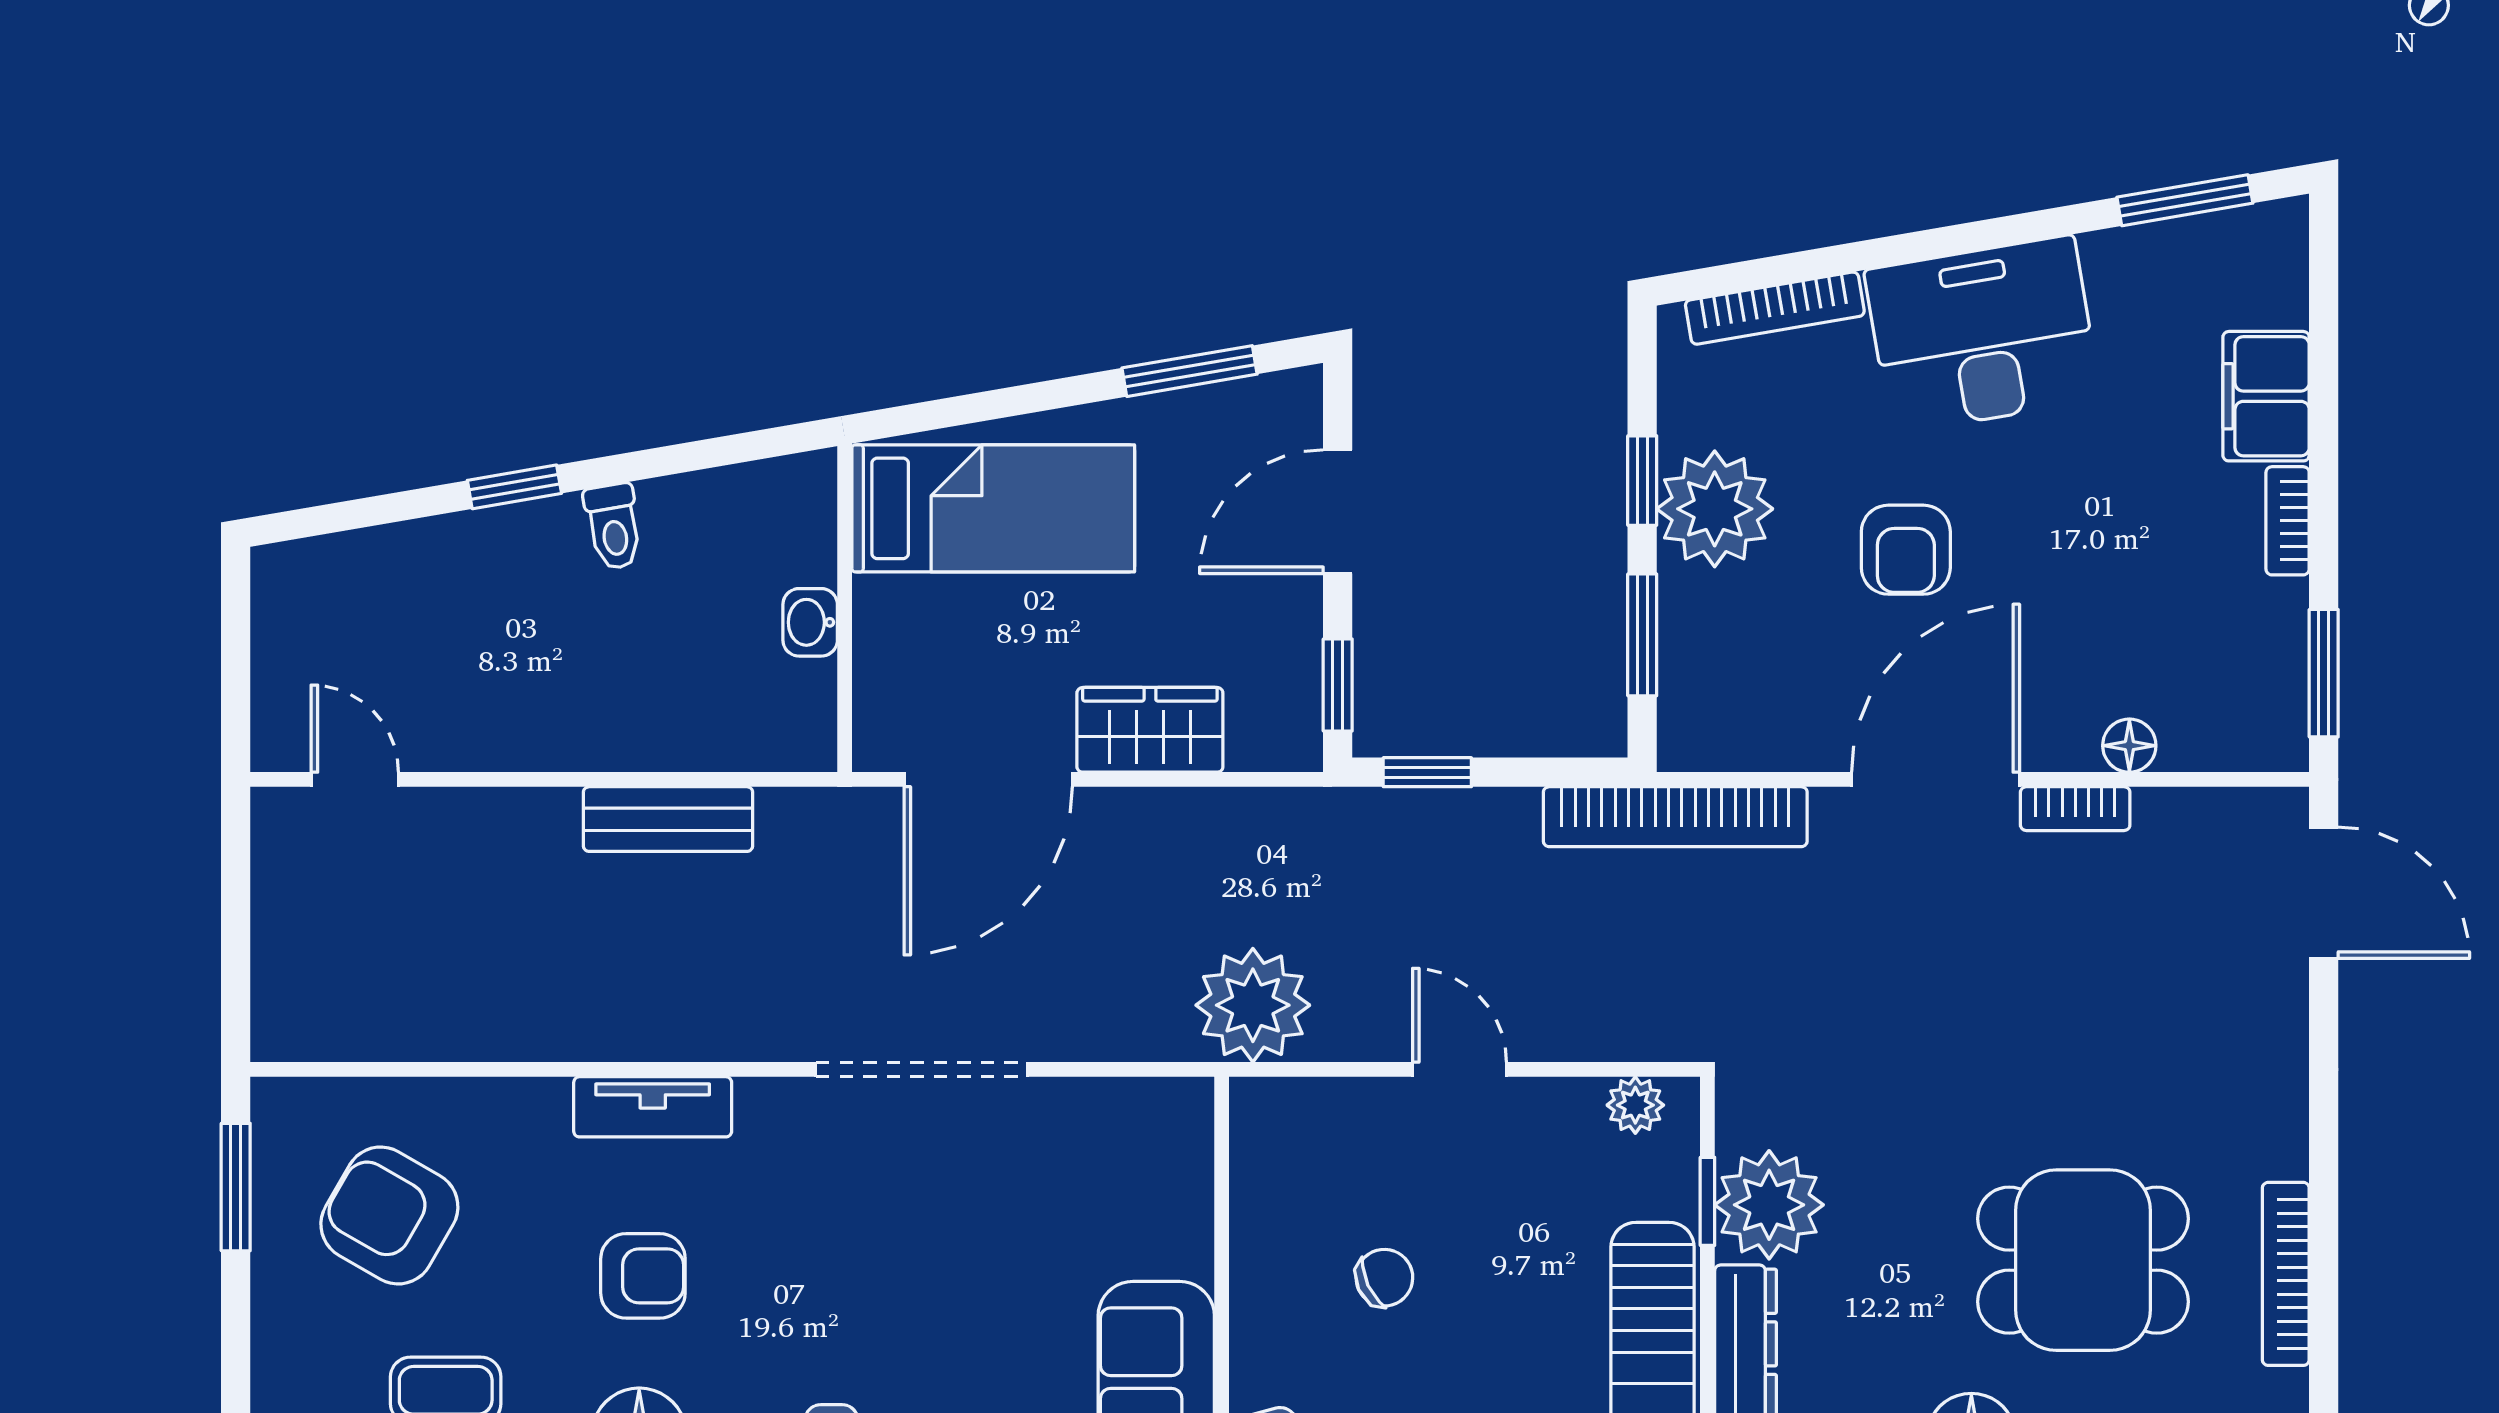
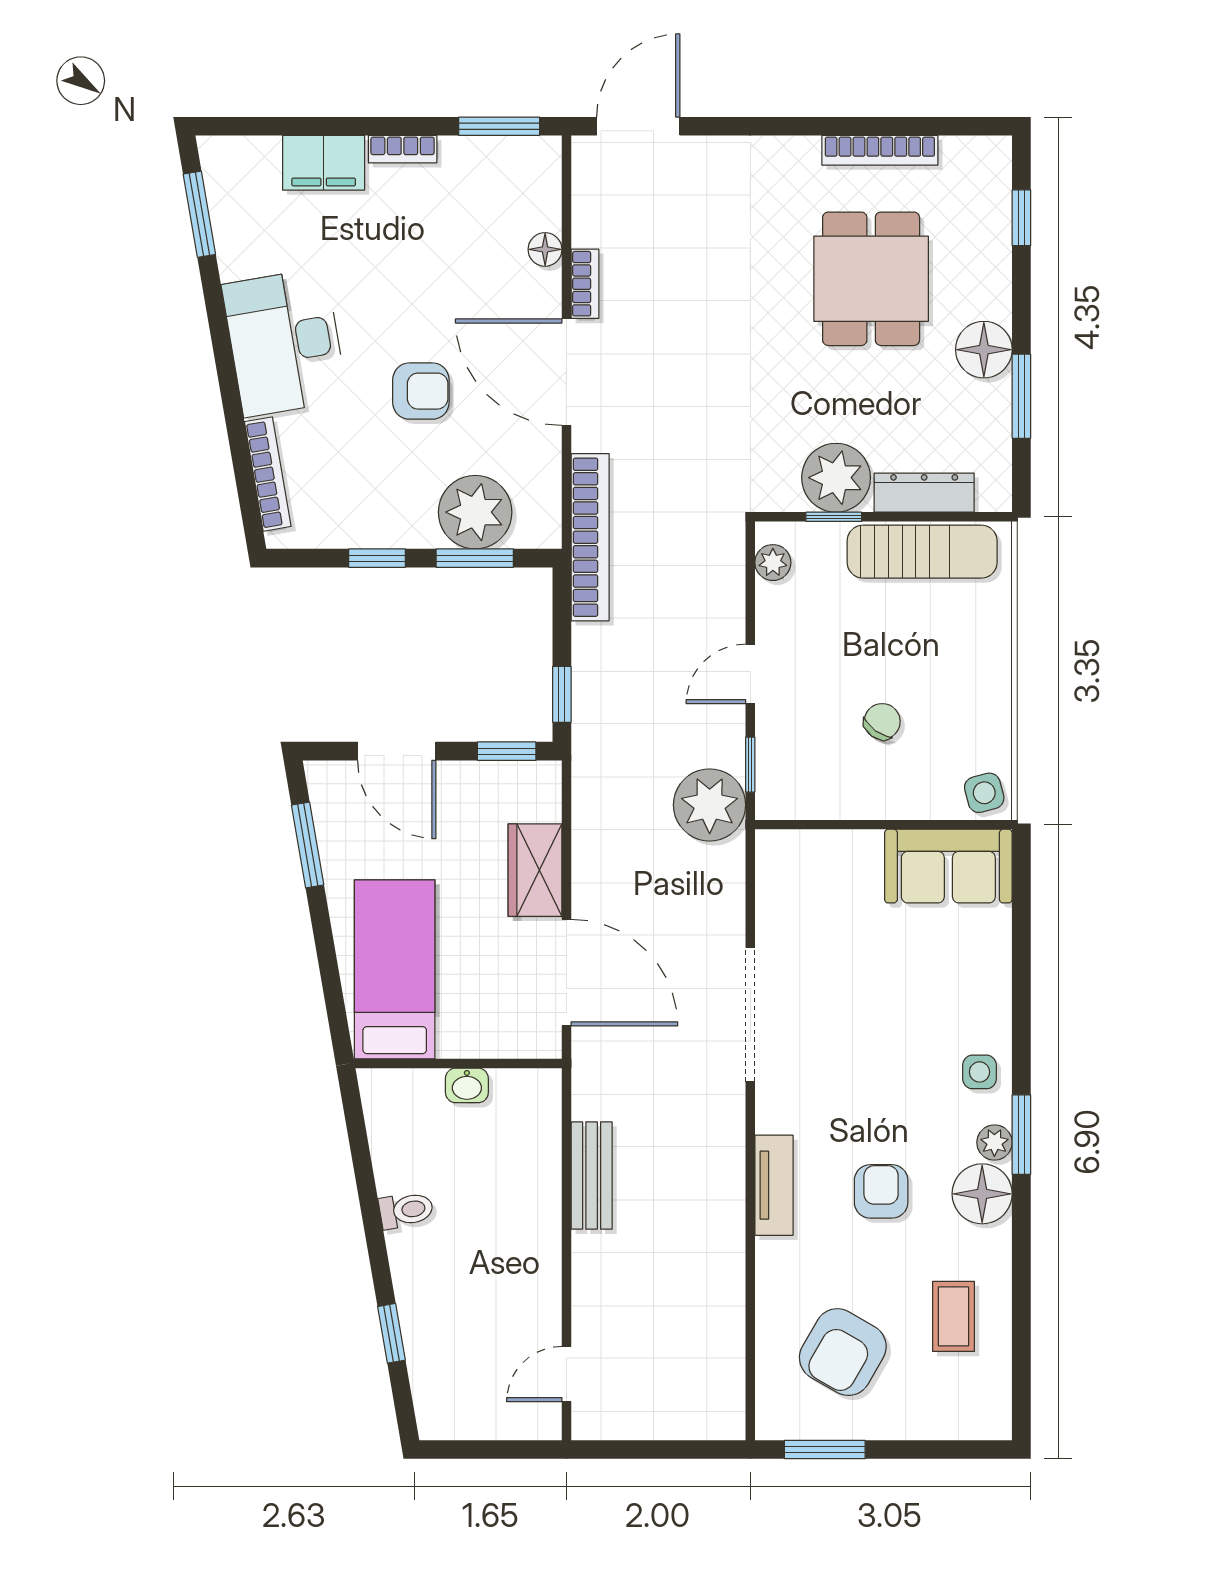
window: (514, 487) -> (391, 1333), moved
plant: (1715, 509) -> (475, 512), moved
window: (1316, 1069) -> (750, 765), added
chair: (1384, 1278) -> (882, 721), turned 61

